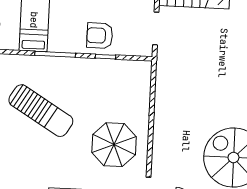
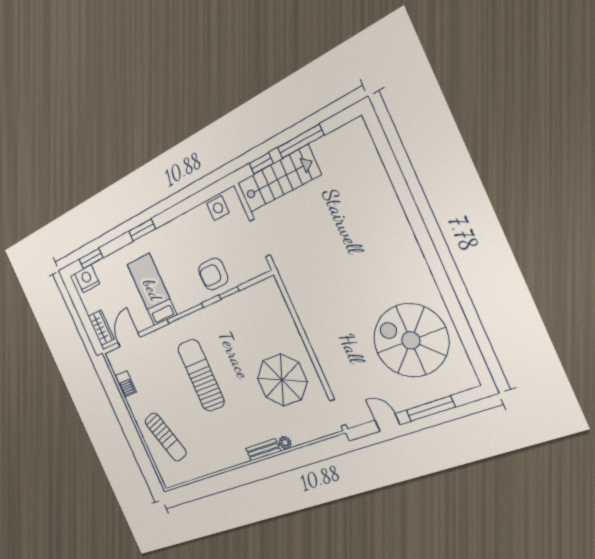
sun lounger: (41, 111) -> (201, 375), turned -121

